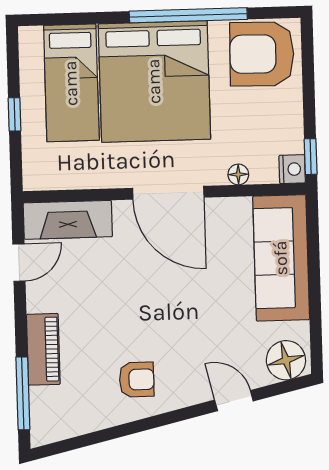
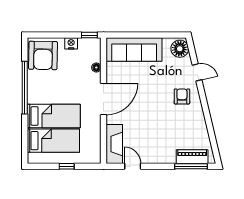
bed: (154, 81) -> (54, 116), width x0.49
nightstand: (292, 169) -> (71, 43), moved
piano: (43, 349) -> (192, 157), moved
armchair: (137, 380) -> (182, 96), moved
door: (234, 401) -> (197, 72), swing flipped

